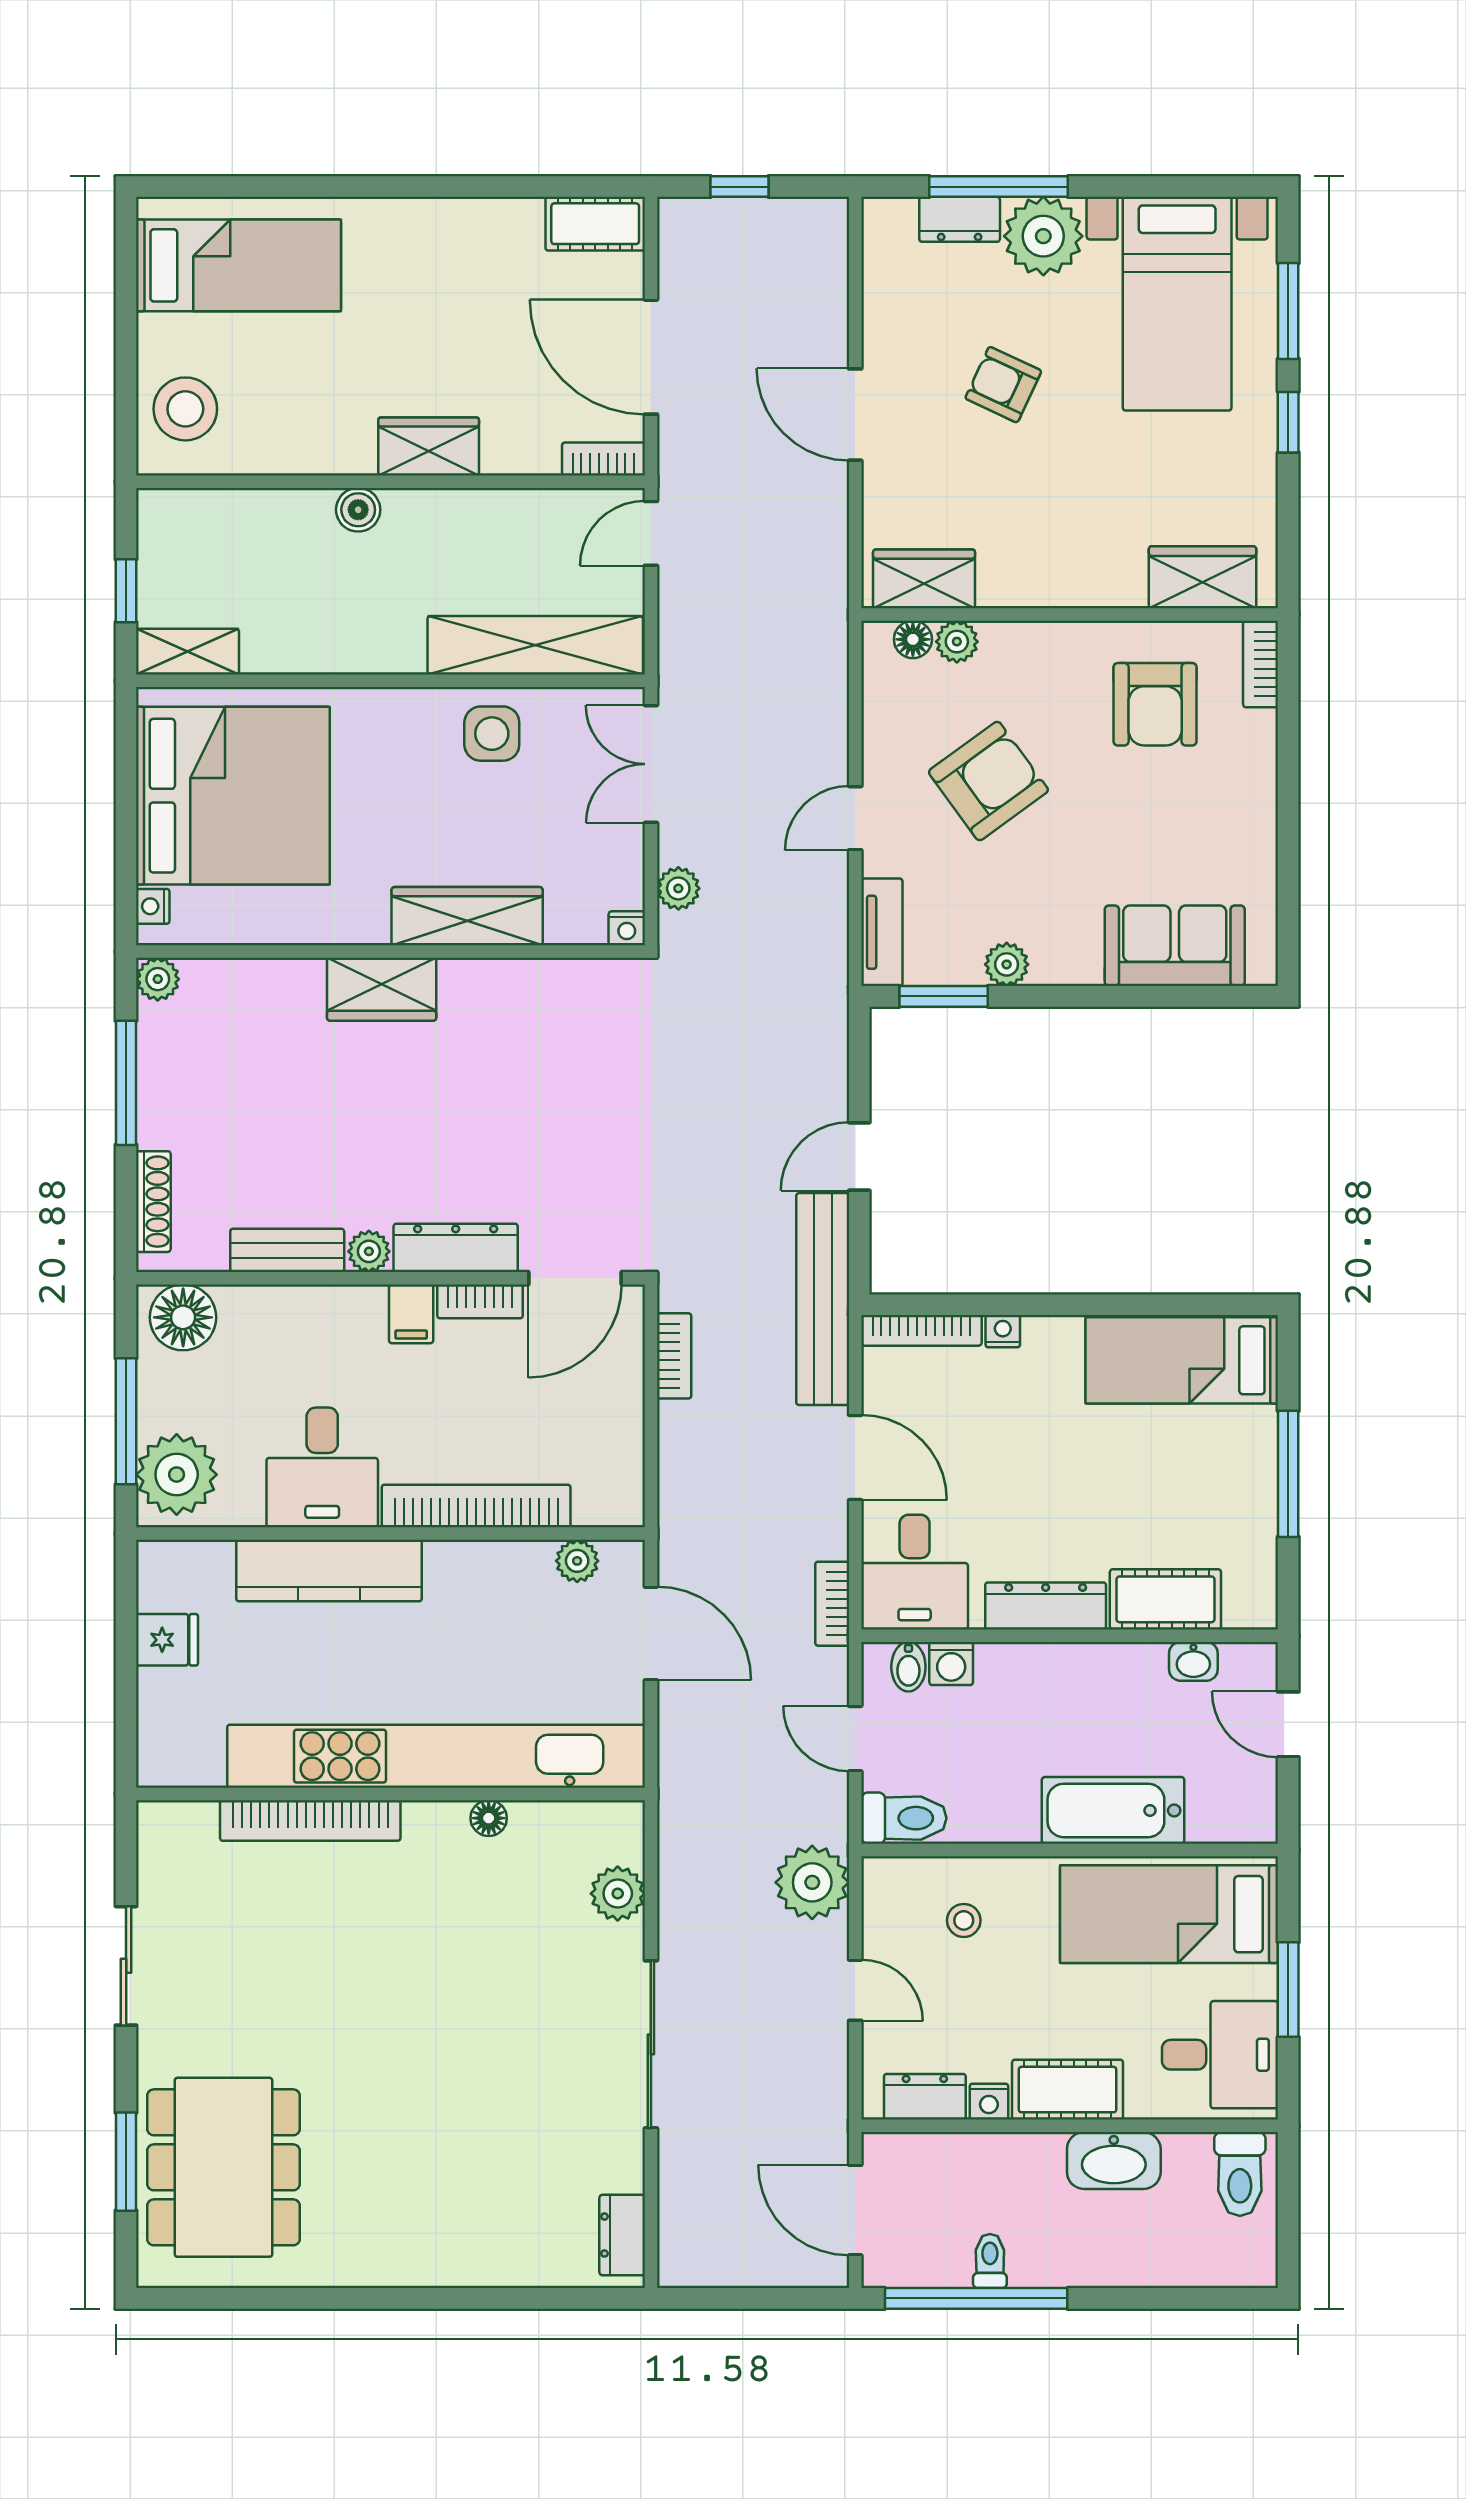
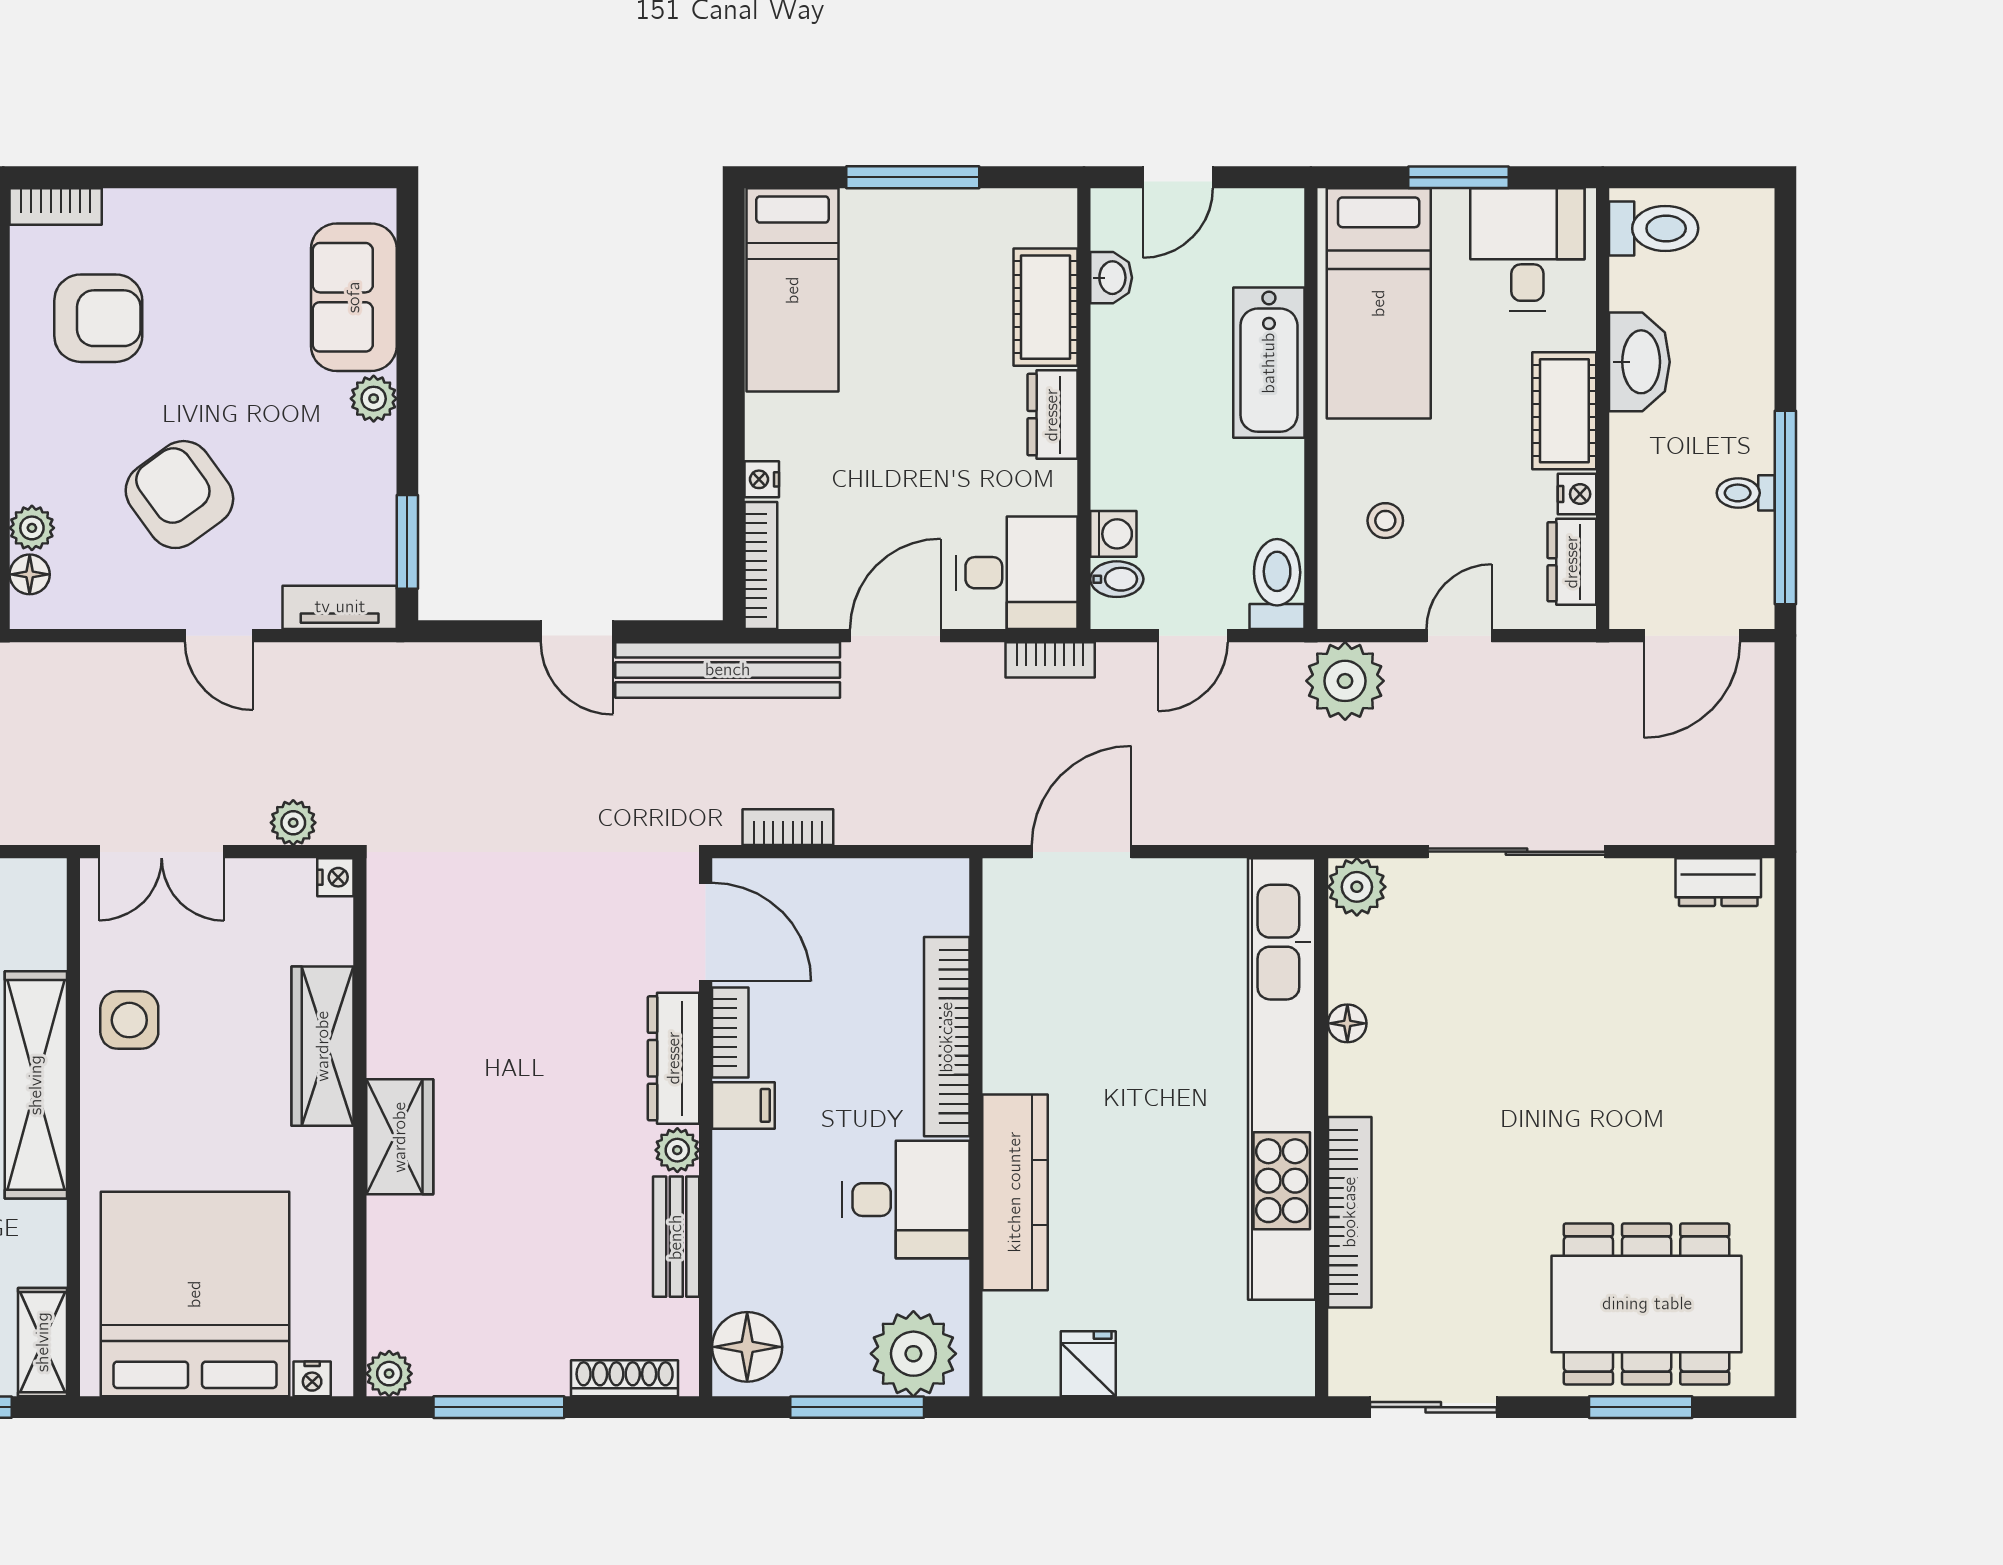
shelving: (535, 645) -> (36, 1085), moved
plant: (1007, 964) -> (374, 399), moved
plant: (577, 1561) -> (1005, 930), removed
dresser: (1046, 1606) -> (1052, 415), width x0.70
kitchen unit: (436, 1756) -> (1282, 1079), moved
wall: (391, 1794) -> (1322, 1127), moved
floor lamp: (489, 1818) -> (1347, 1023), moved
bookcase: (310, 1821) -> (1350, 1212), moved

